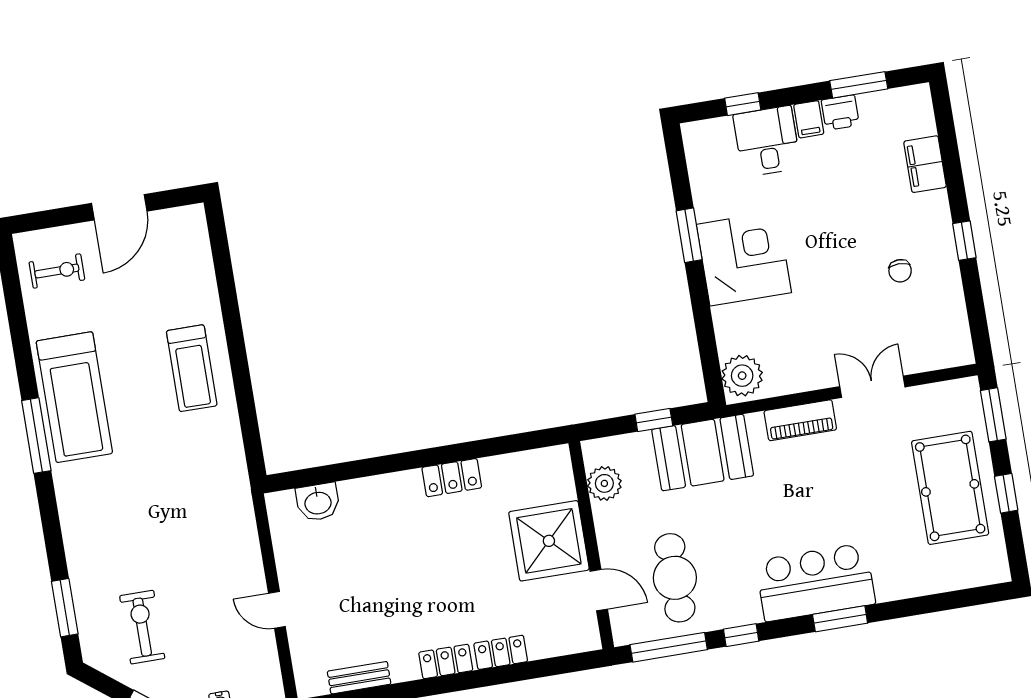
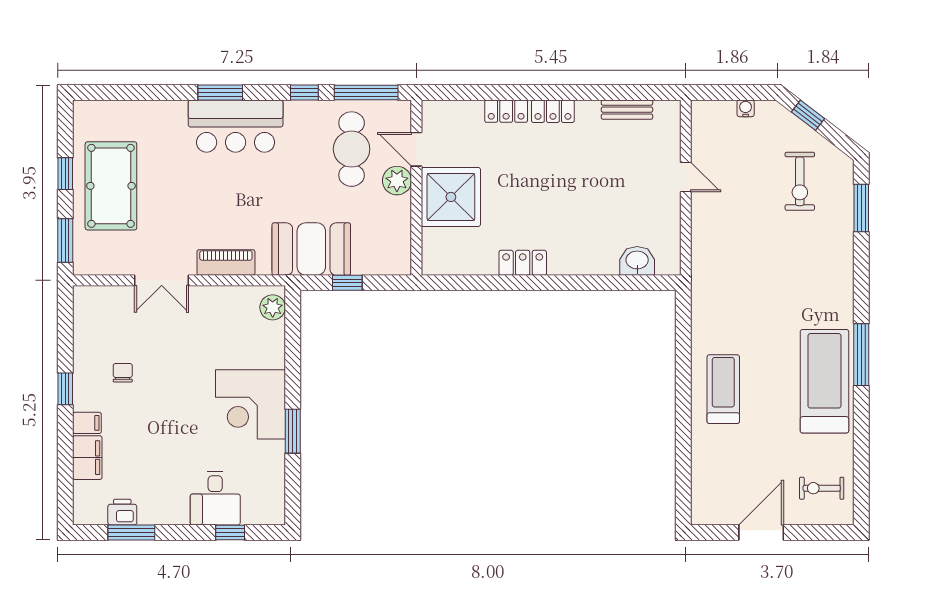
printer: (840, 113) -> (122, 512), moved
filing cabinet: (809, 119) -> (87, 423), moved, turned 90
plant: (742, 376) -> (273, 307), width x0.73, depth x0.73
plant: (604, 483) -> (397, 181), moved

